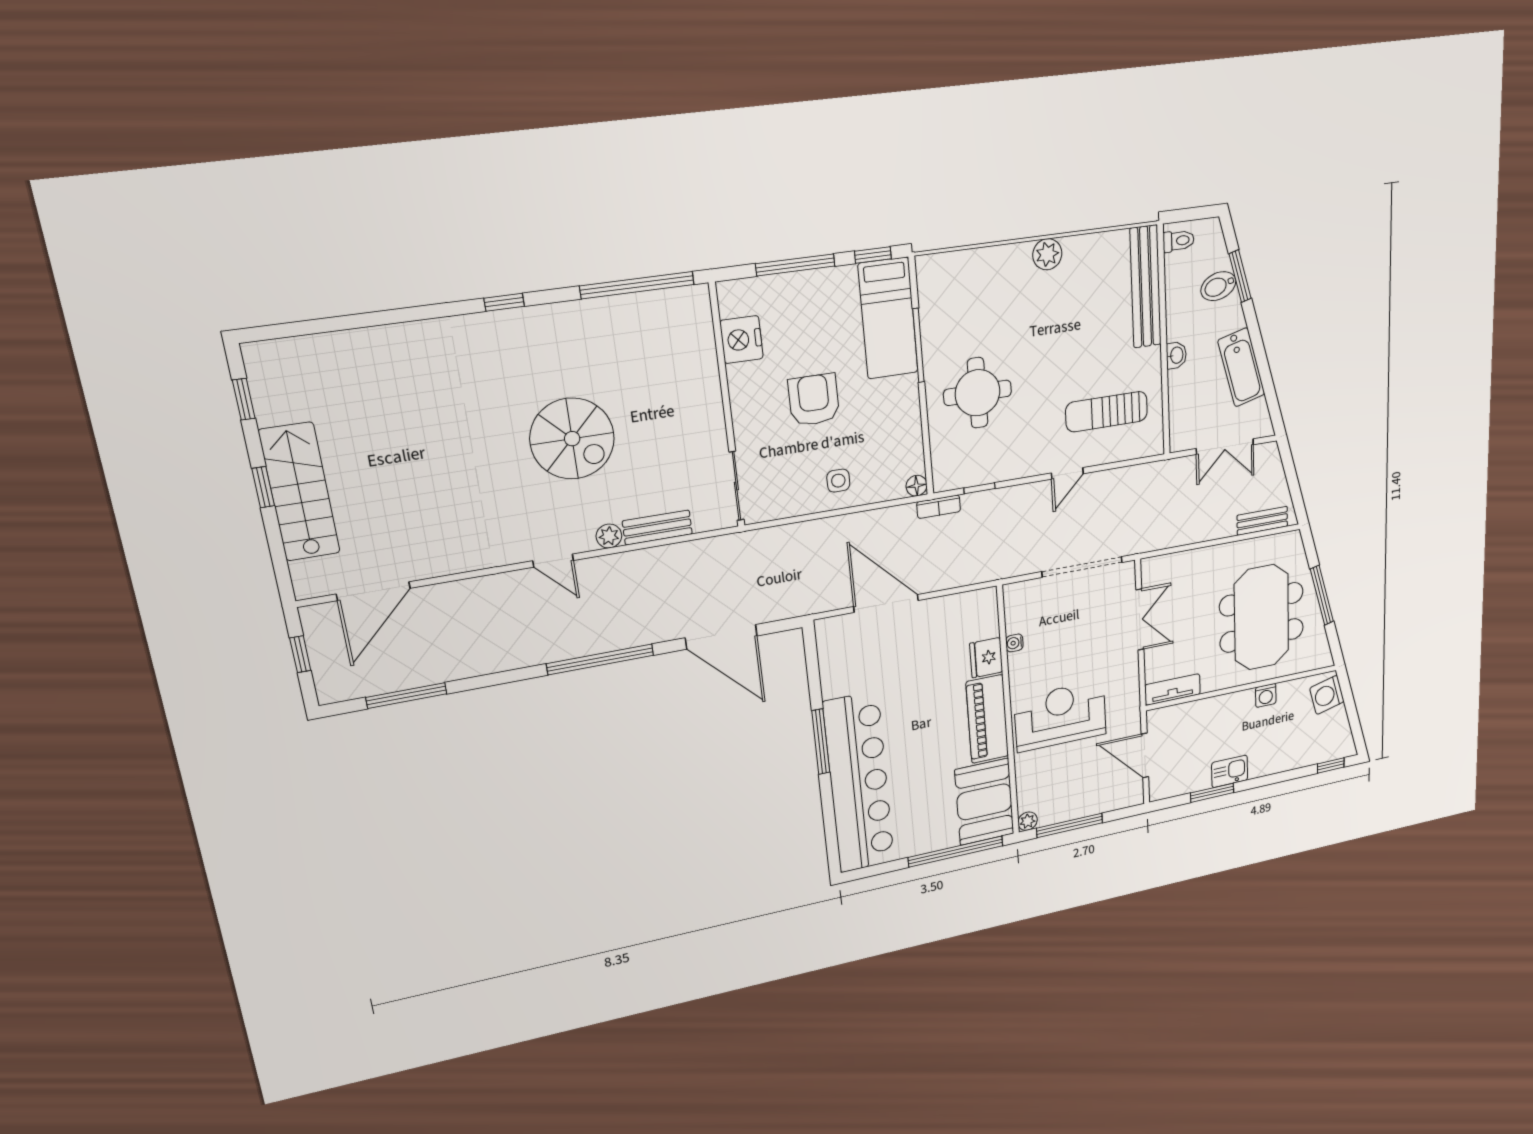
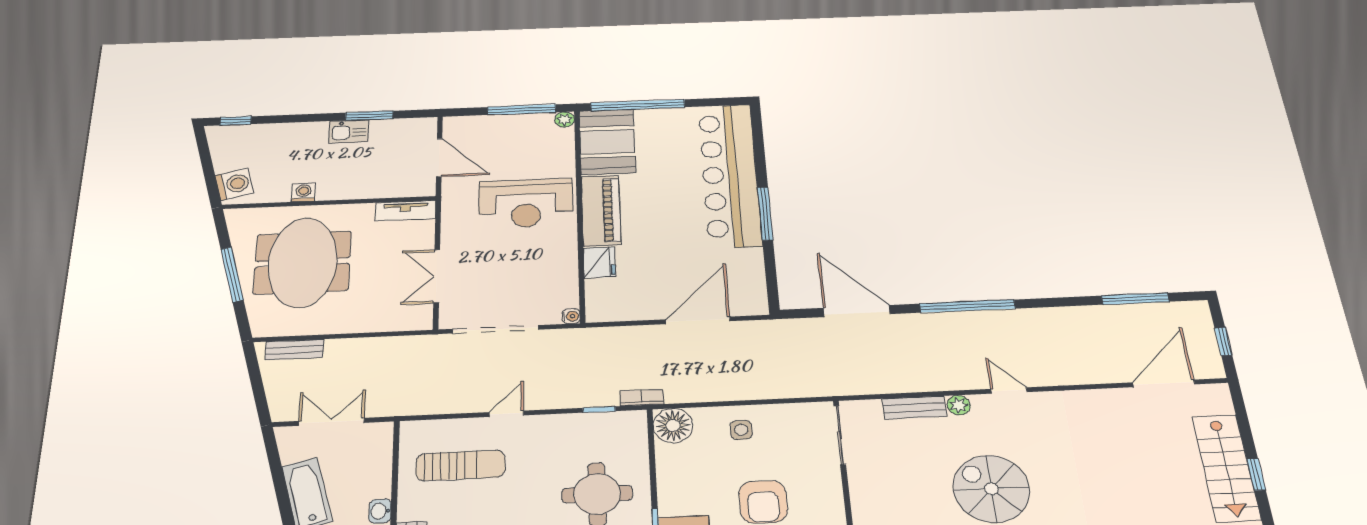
floor lamp: (917, 486) -> (673, 426), width x1.89, depth x1.89
door: (886, 603) -> (698, 320), swing flipped
water cooler: (1014, 643) -> (571, 316), moved

